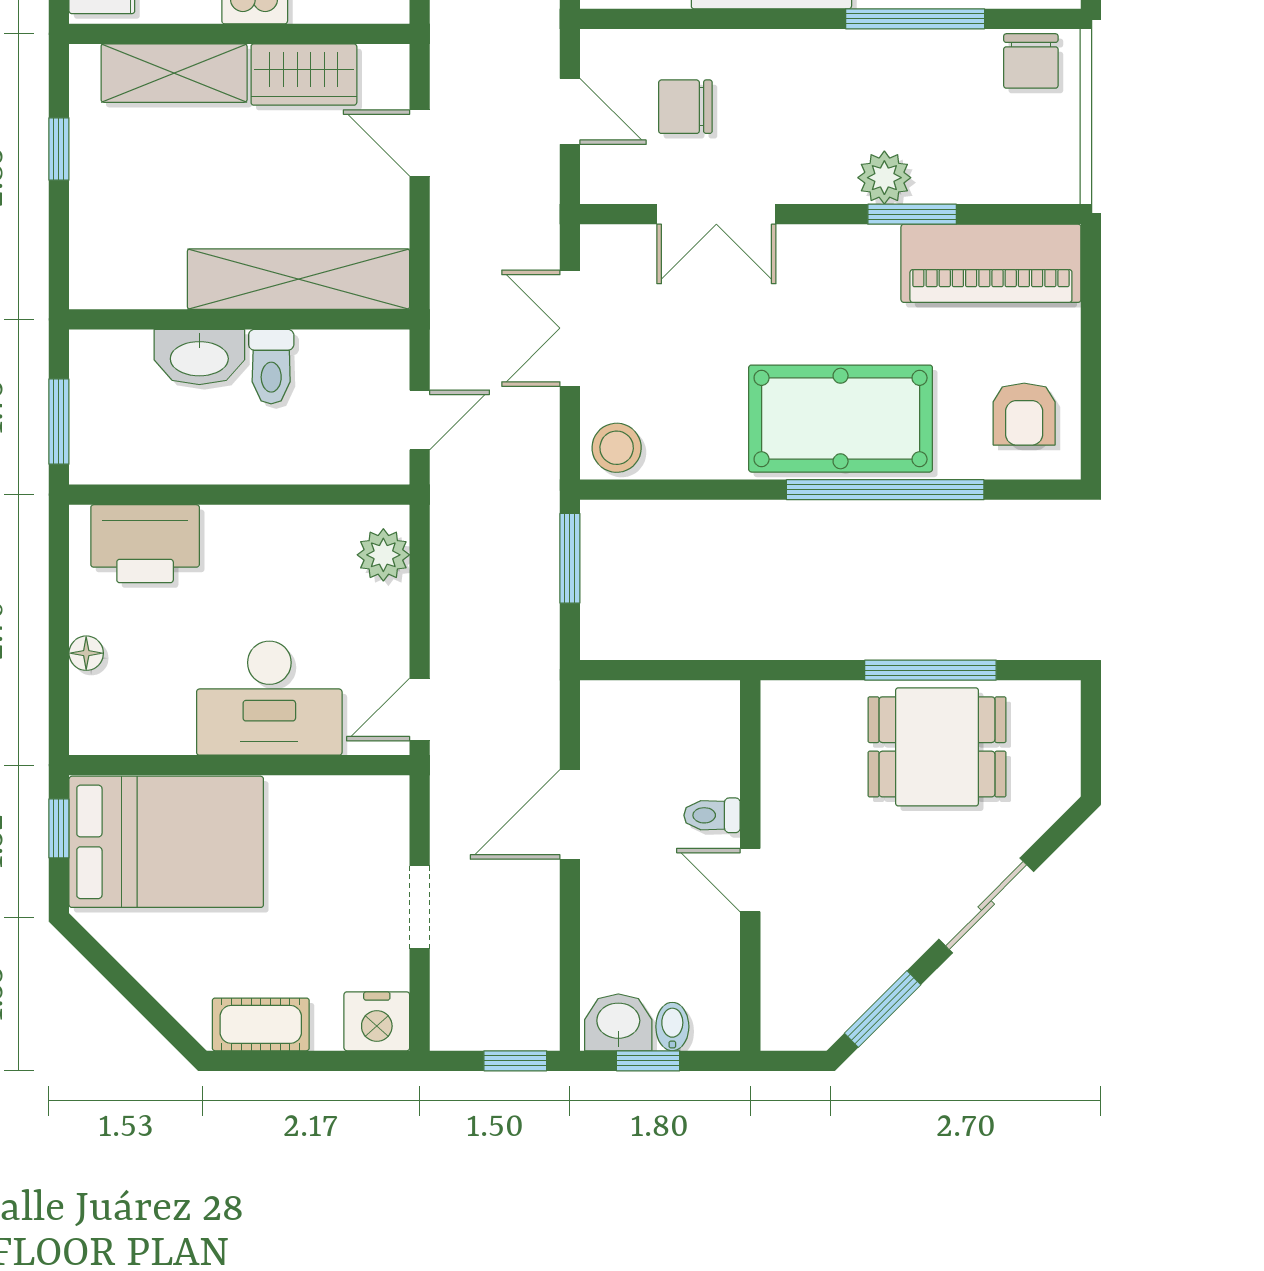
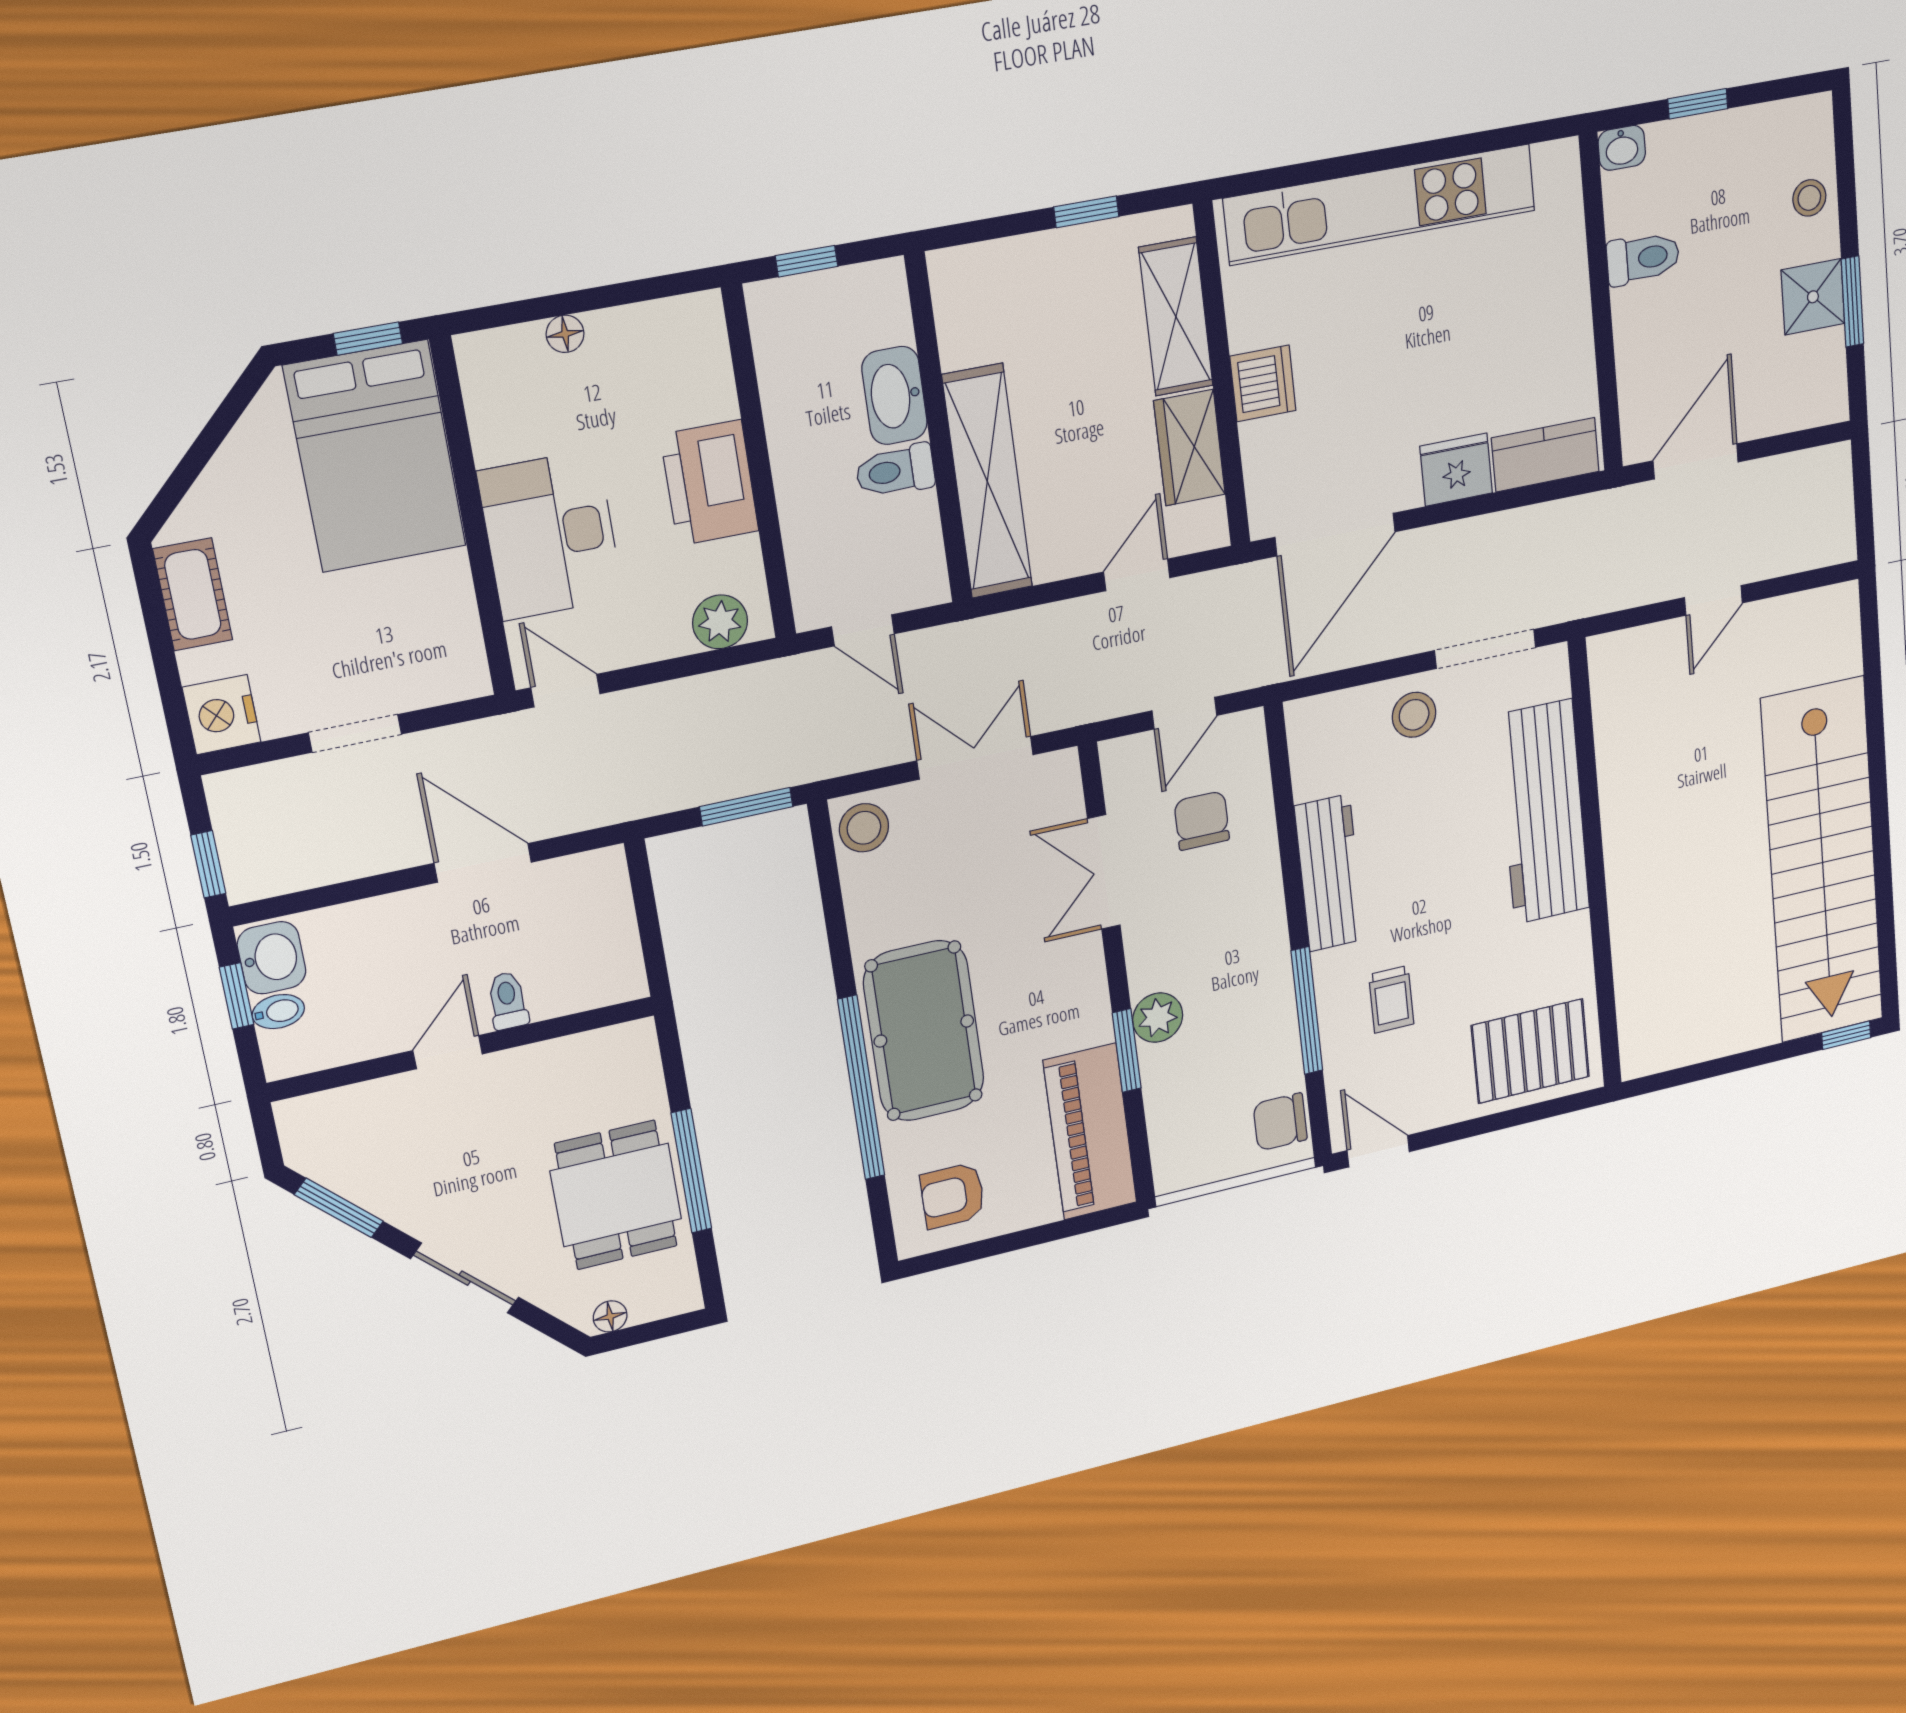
window: (59, 422) -> (807, 261), width x0.67
printer: (145, 544) -> (710, 483), moved
floor lamp: (1064, 774) -> (610, 1316), added

